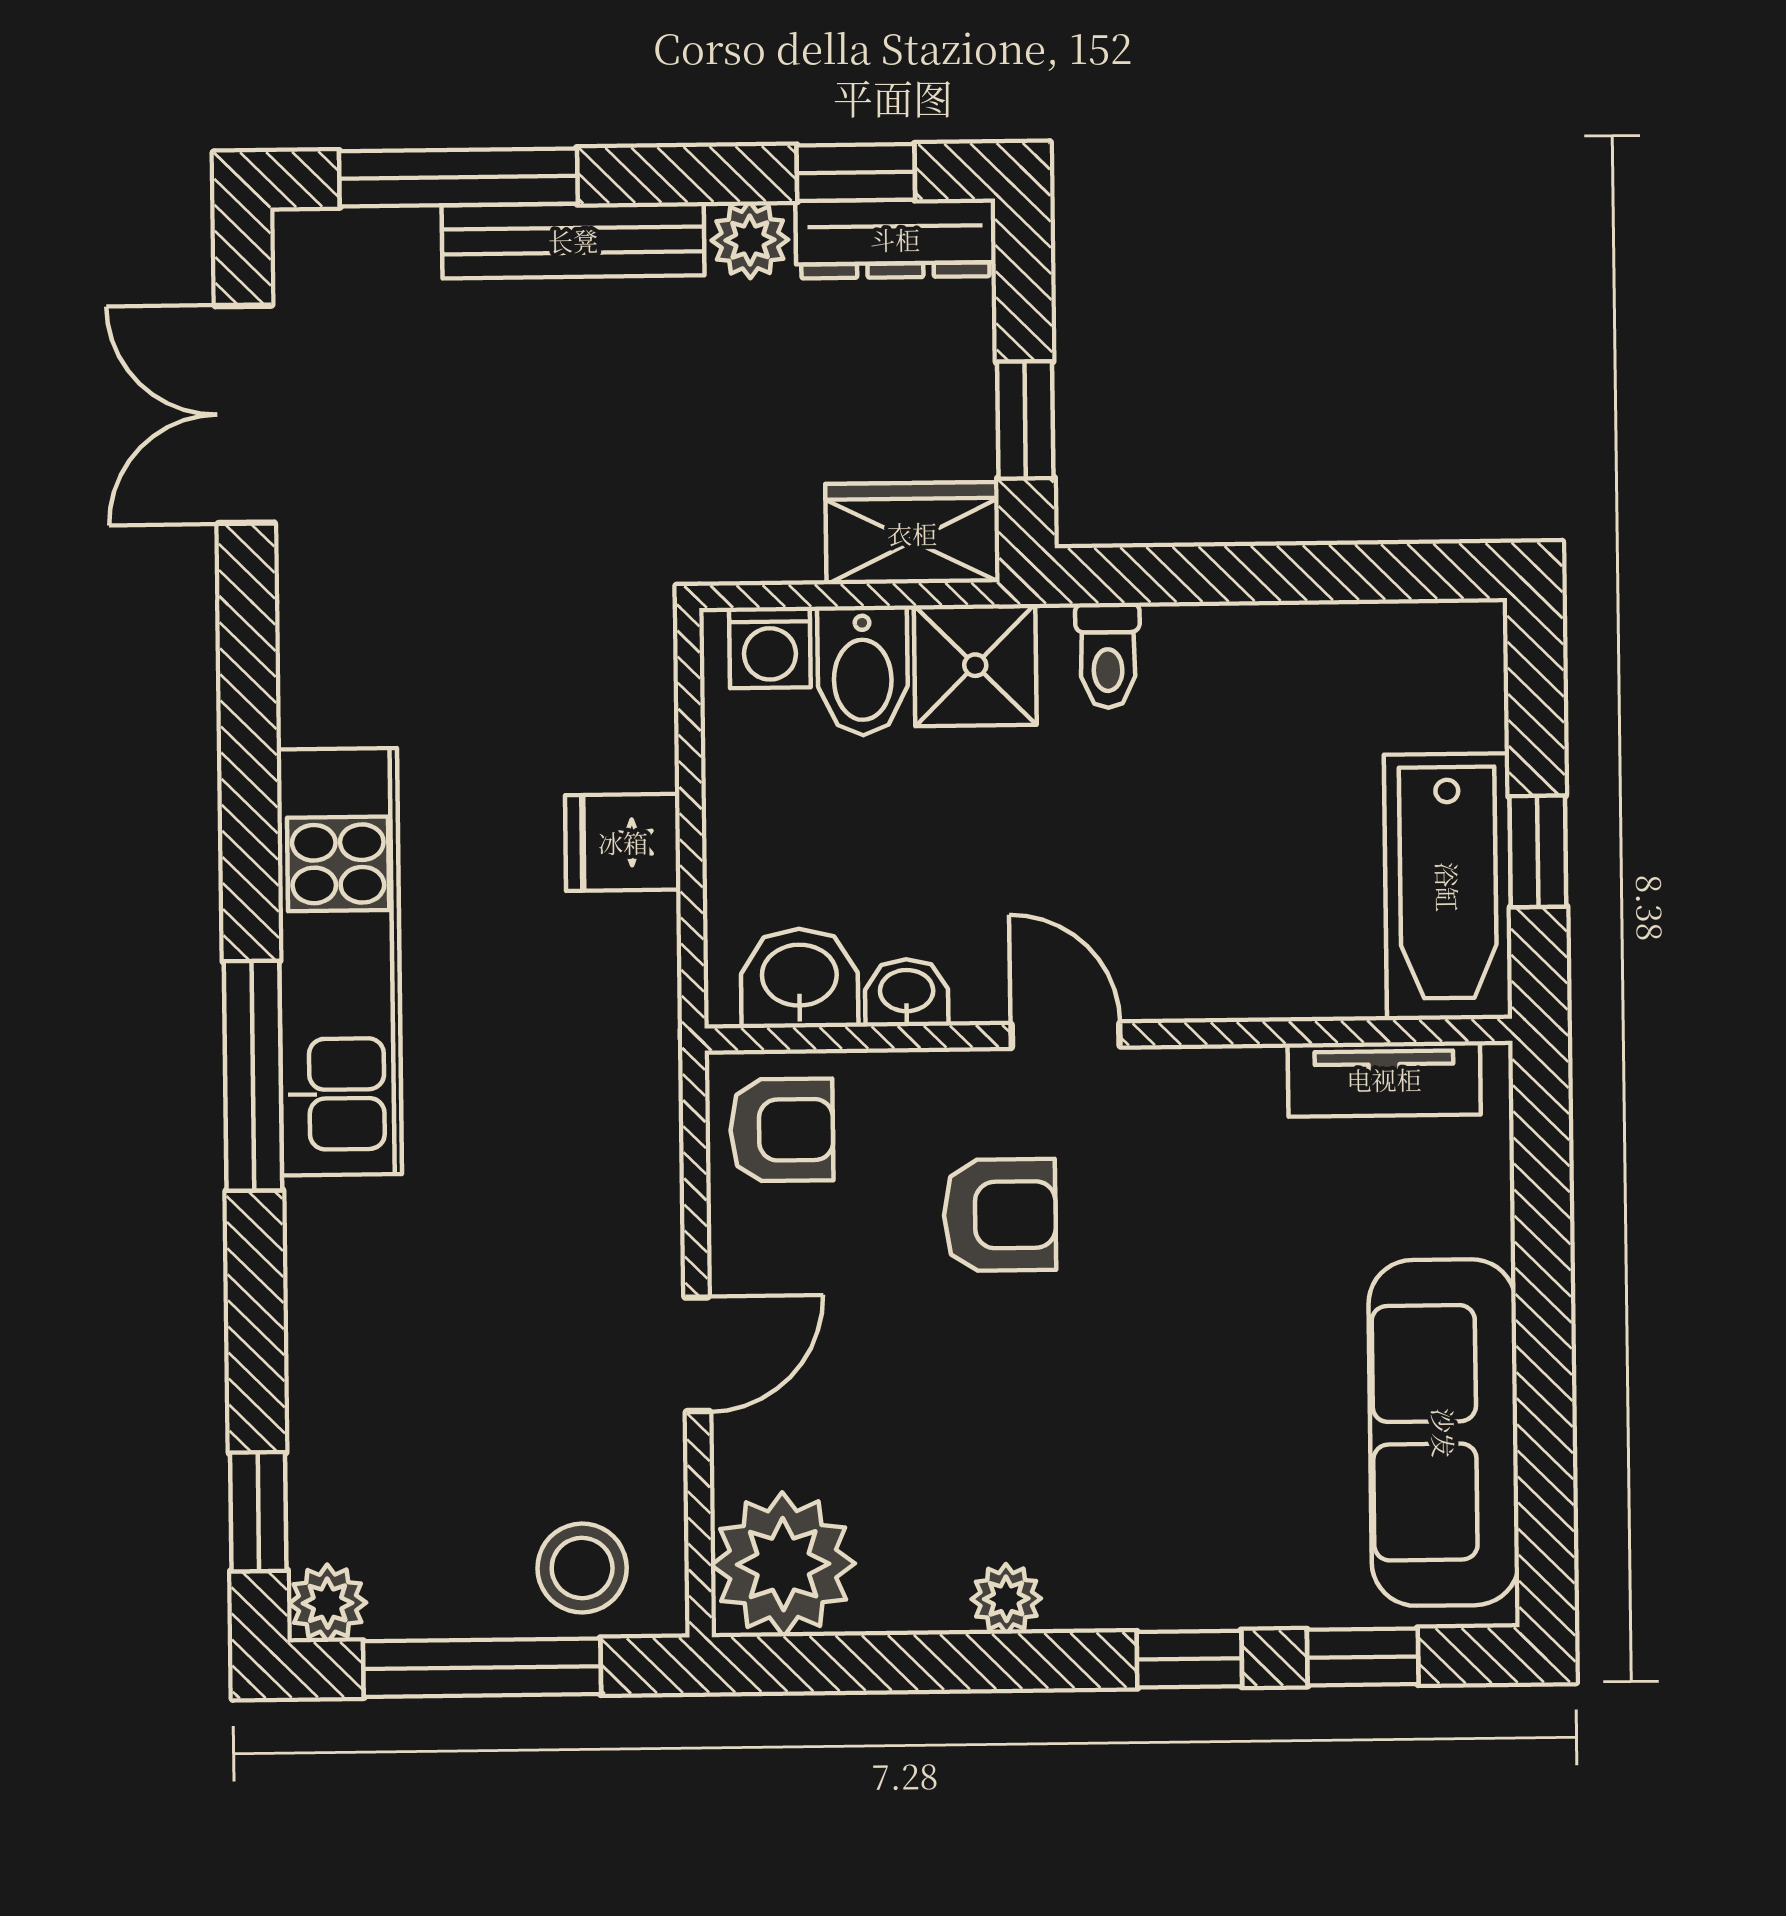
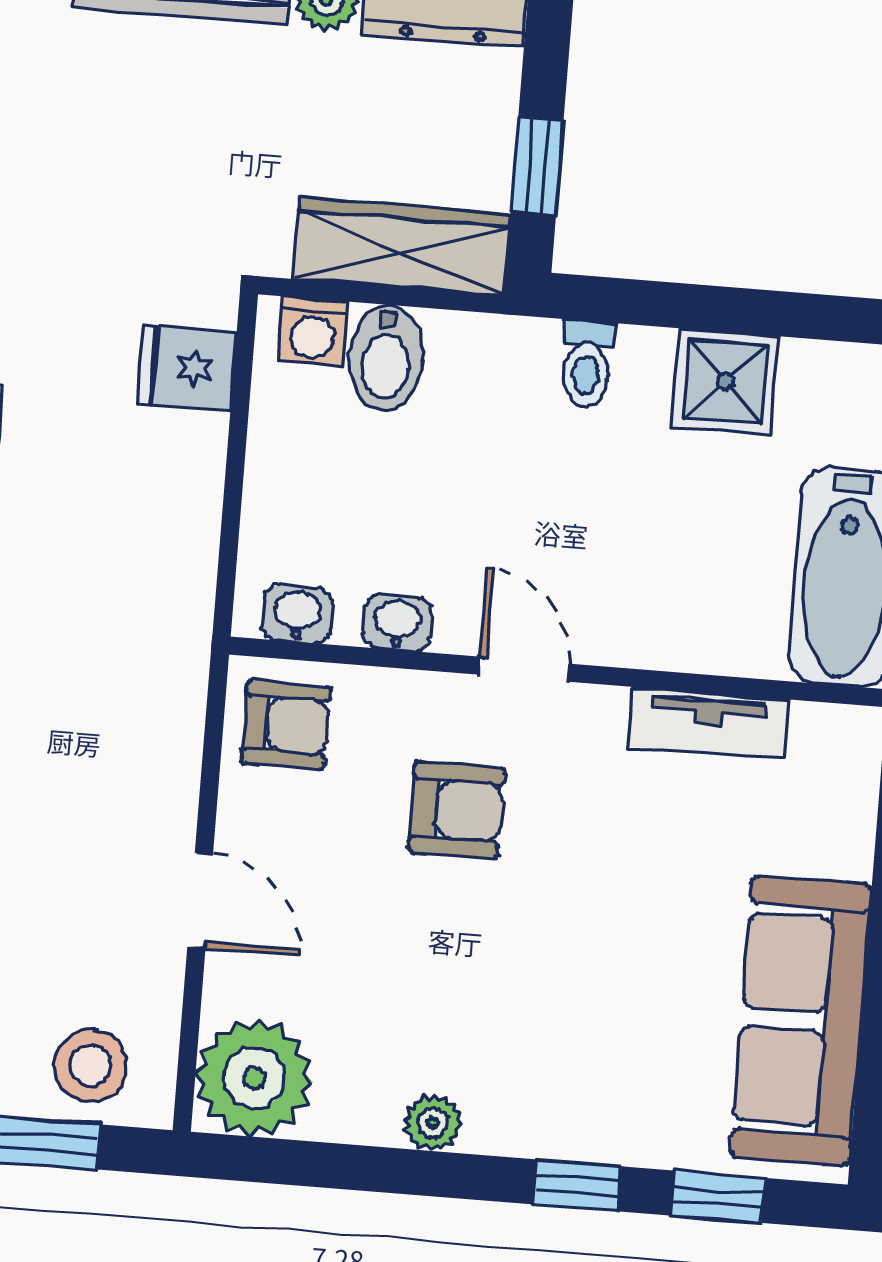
wardrobe: (912, 533) -> (402, 247), width x1.50
shower: (975, 665) -> (725, 382), moved
fridge: (623, 842) -> (187, 368), moved
washbasin: (799, 978) -> (297, 614), width x0.72, depth x0.69
tv unit: (1384, 1079) -> (708, 723), moved
door: (697, 1354) -> (200, 901), hinge flipped

